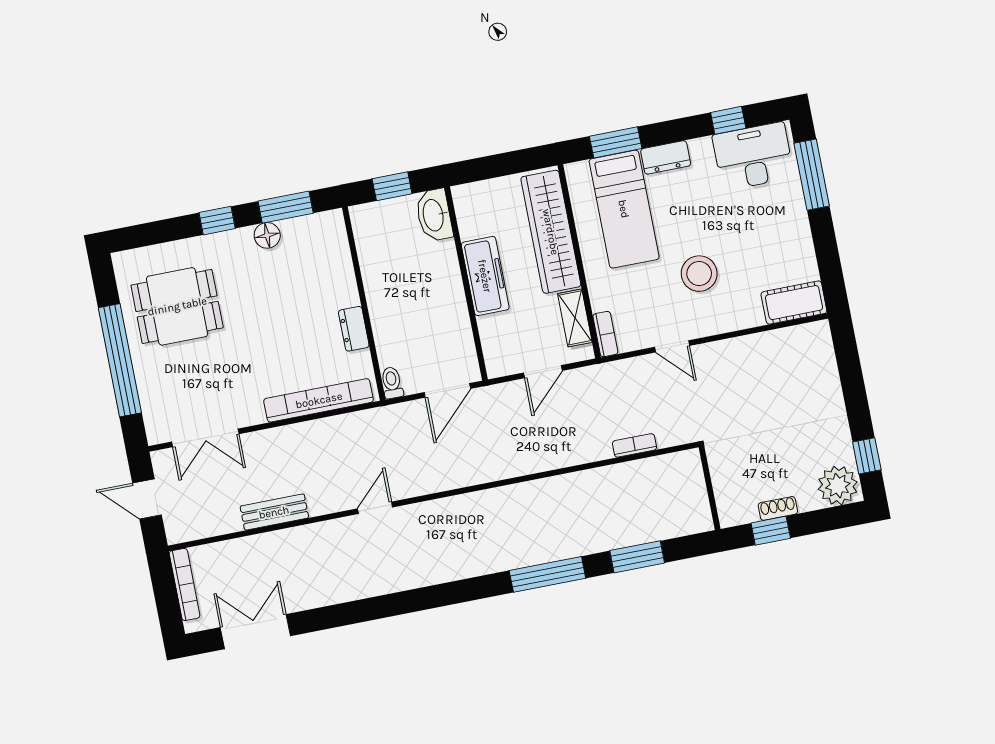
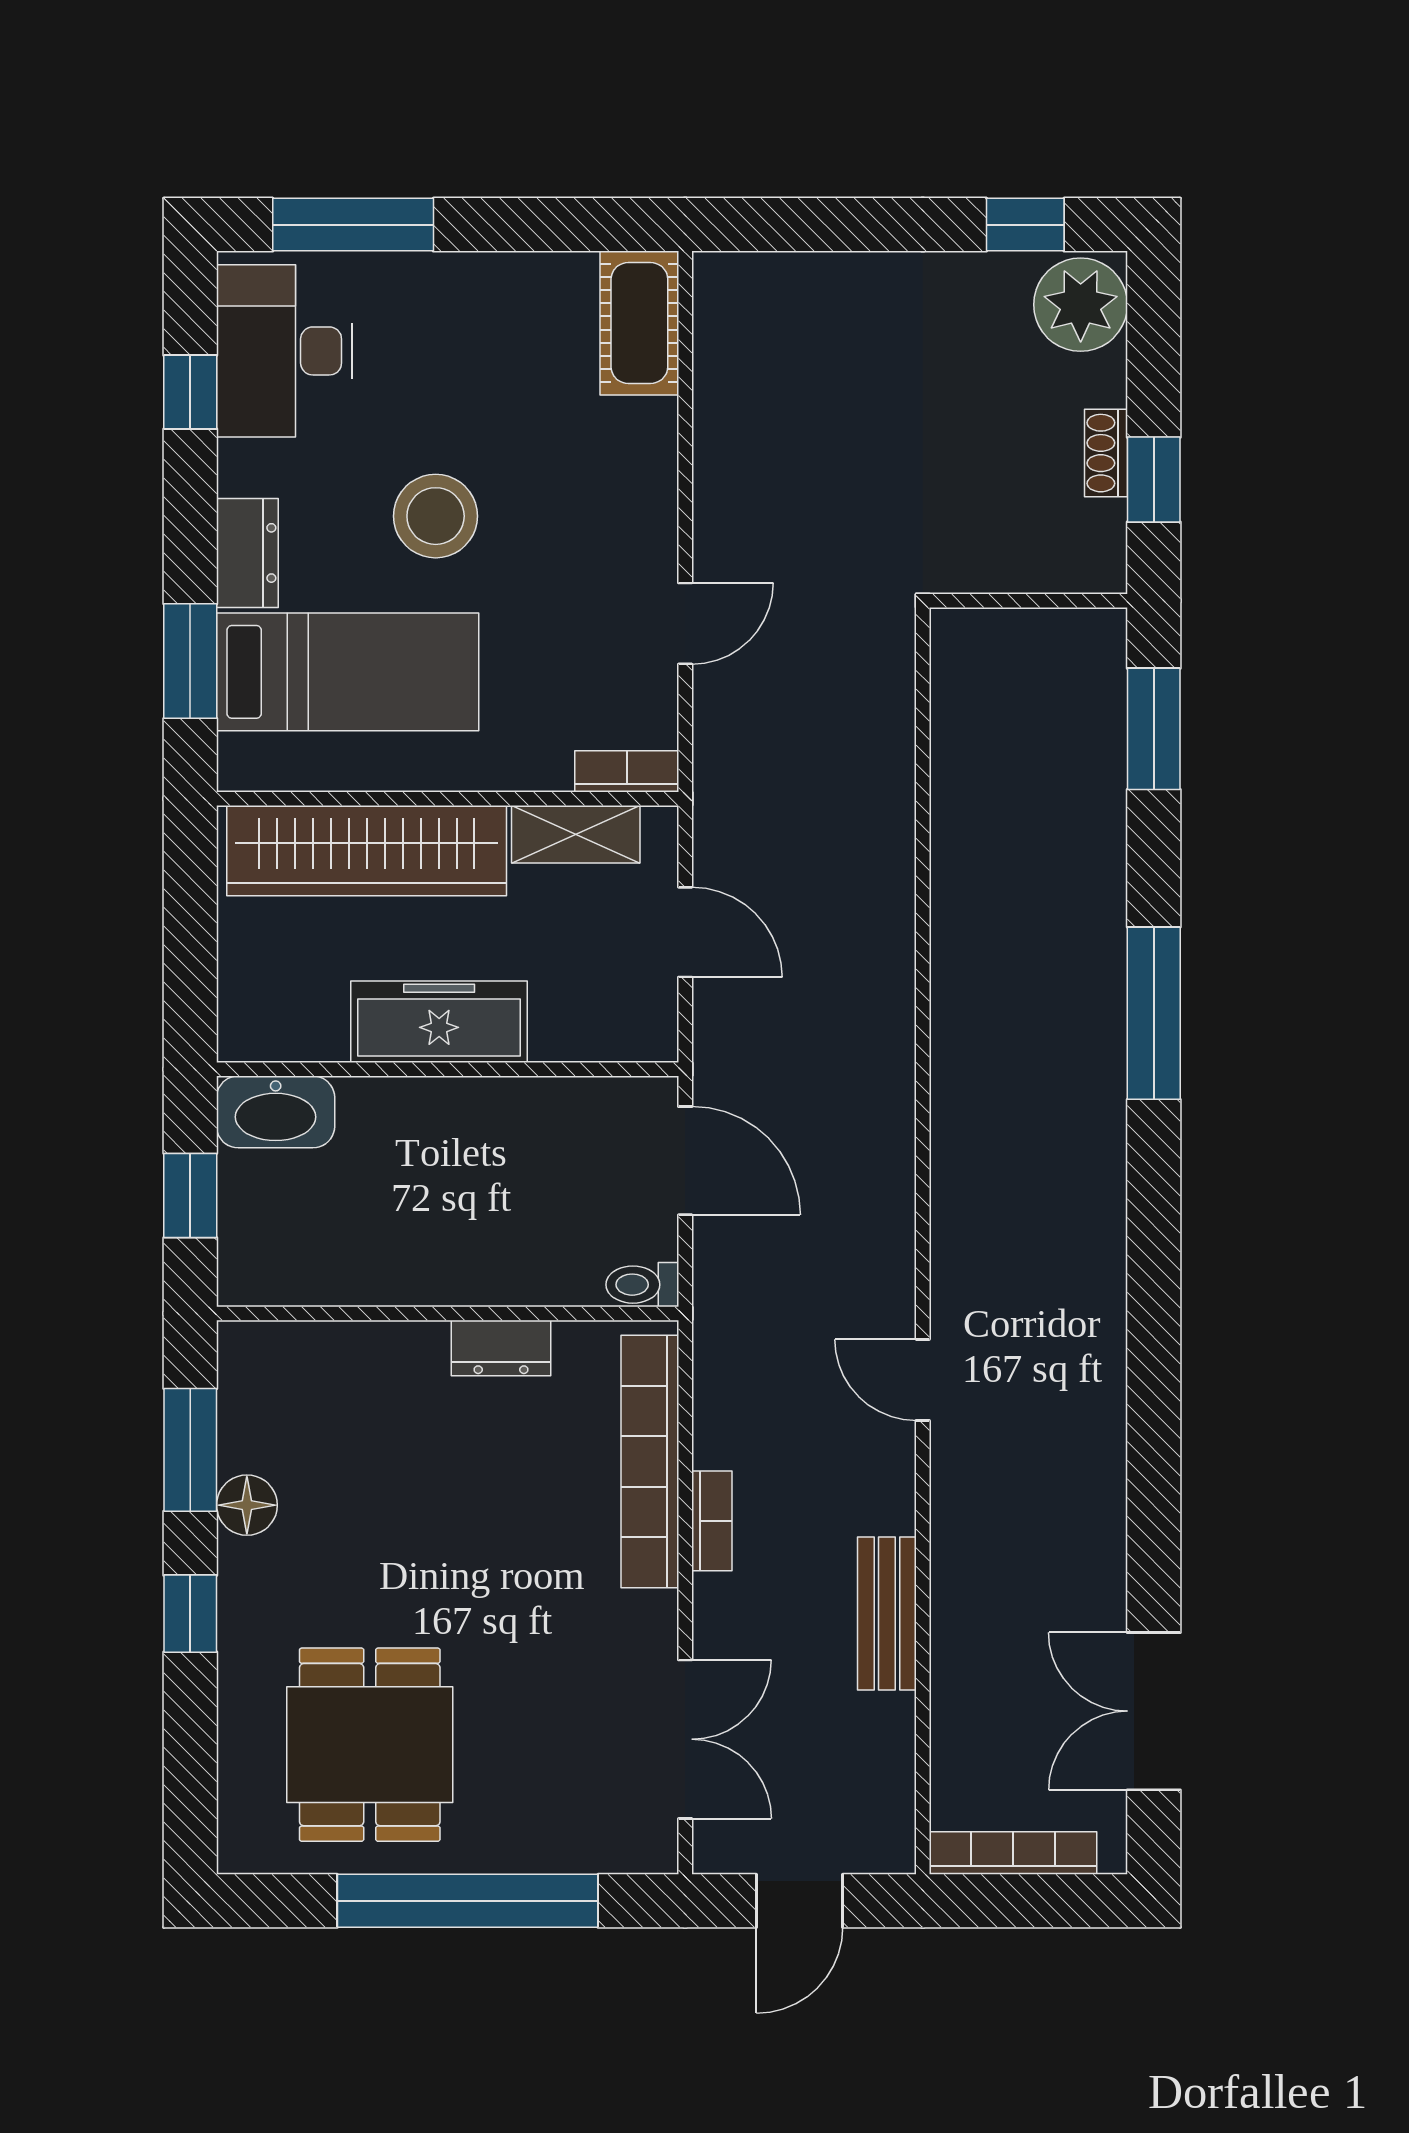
stool: (699, 274) -> (436, 516), moved
bookcase: (634, 445) -> (712, 1521), moved, turned 180
window: (637, 557) -> (1154, 729), moved

